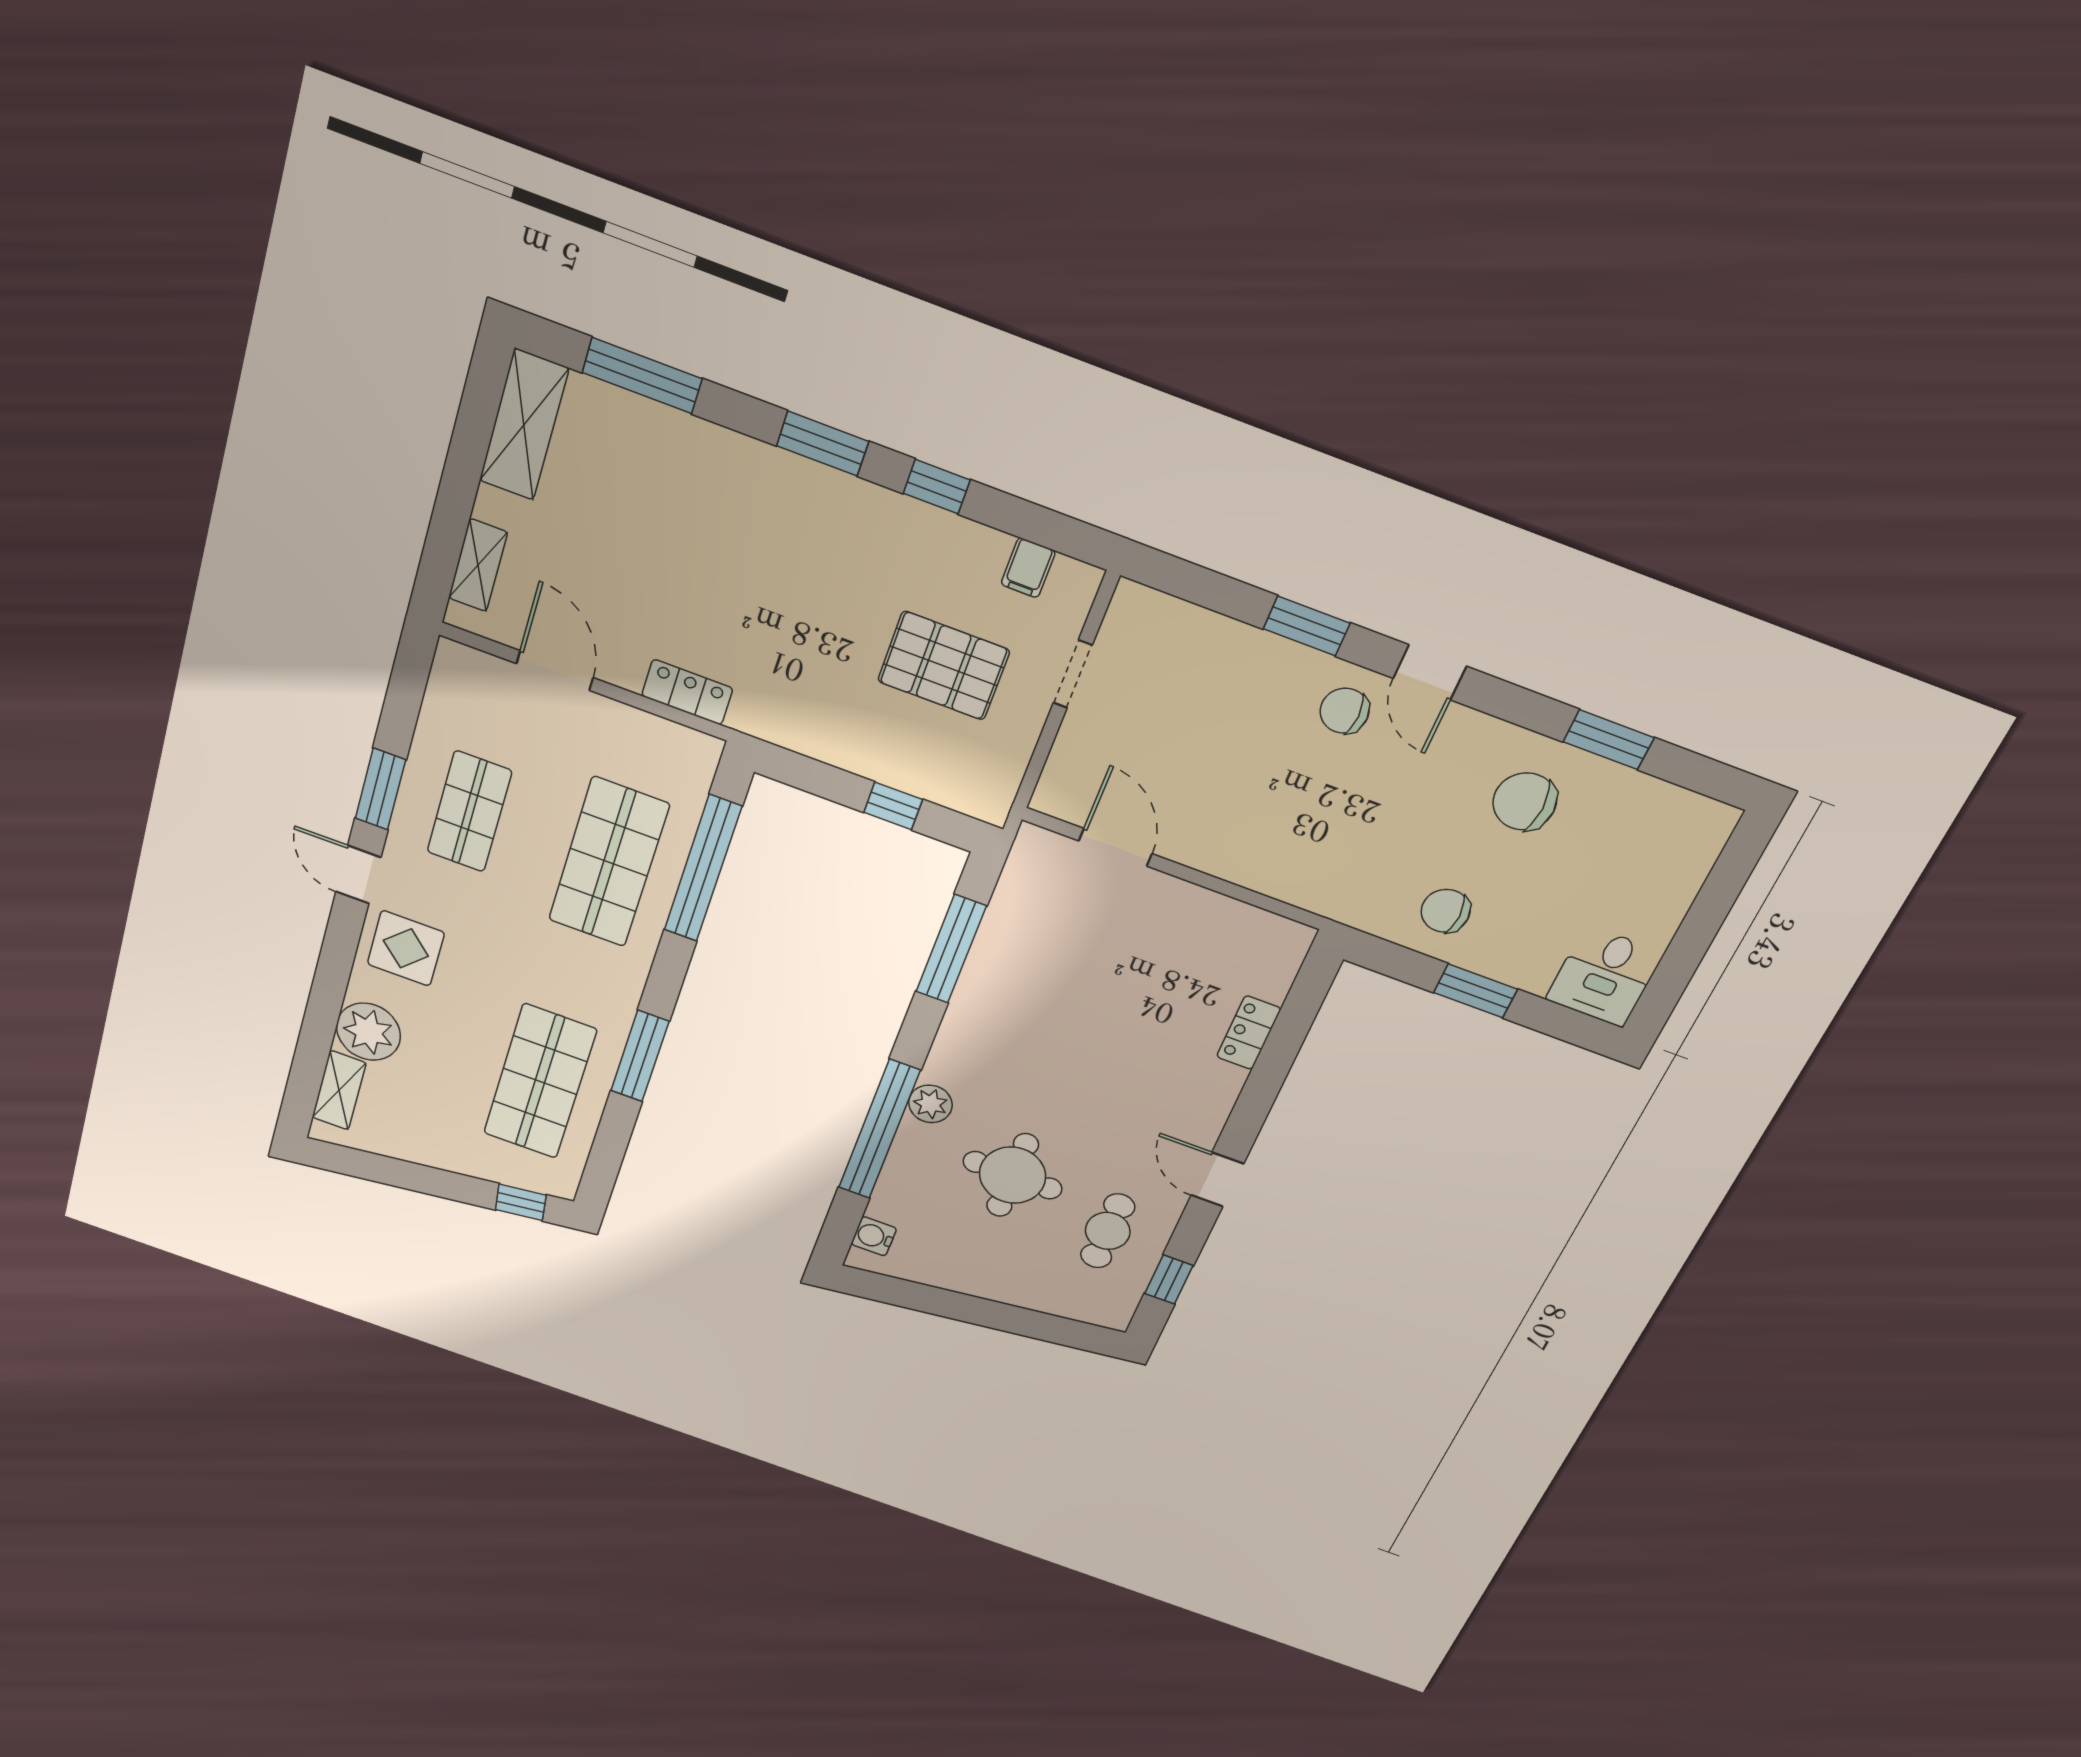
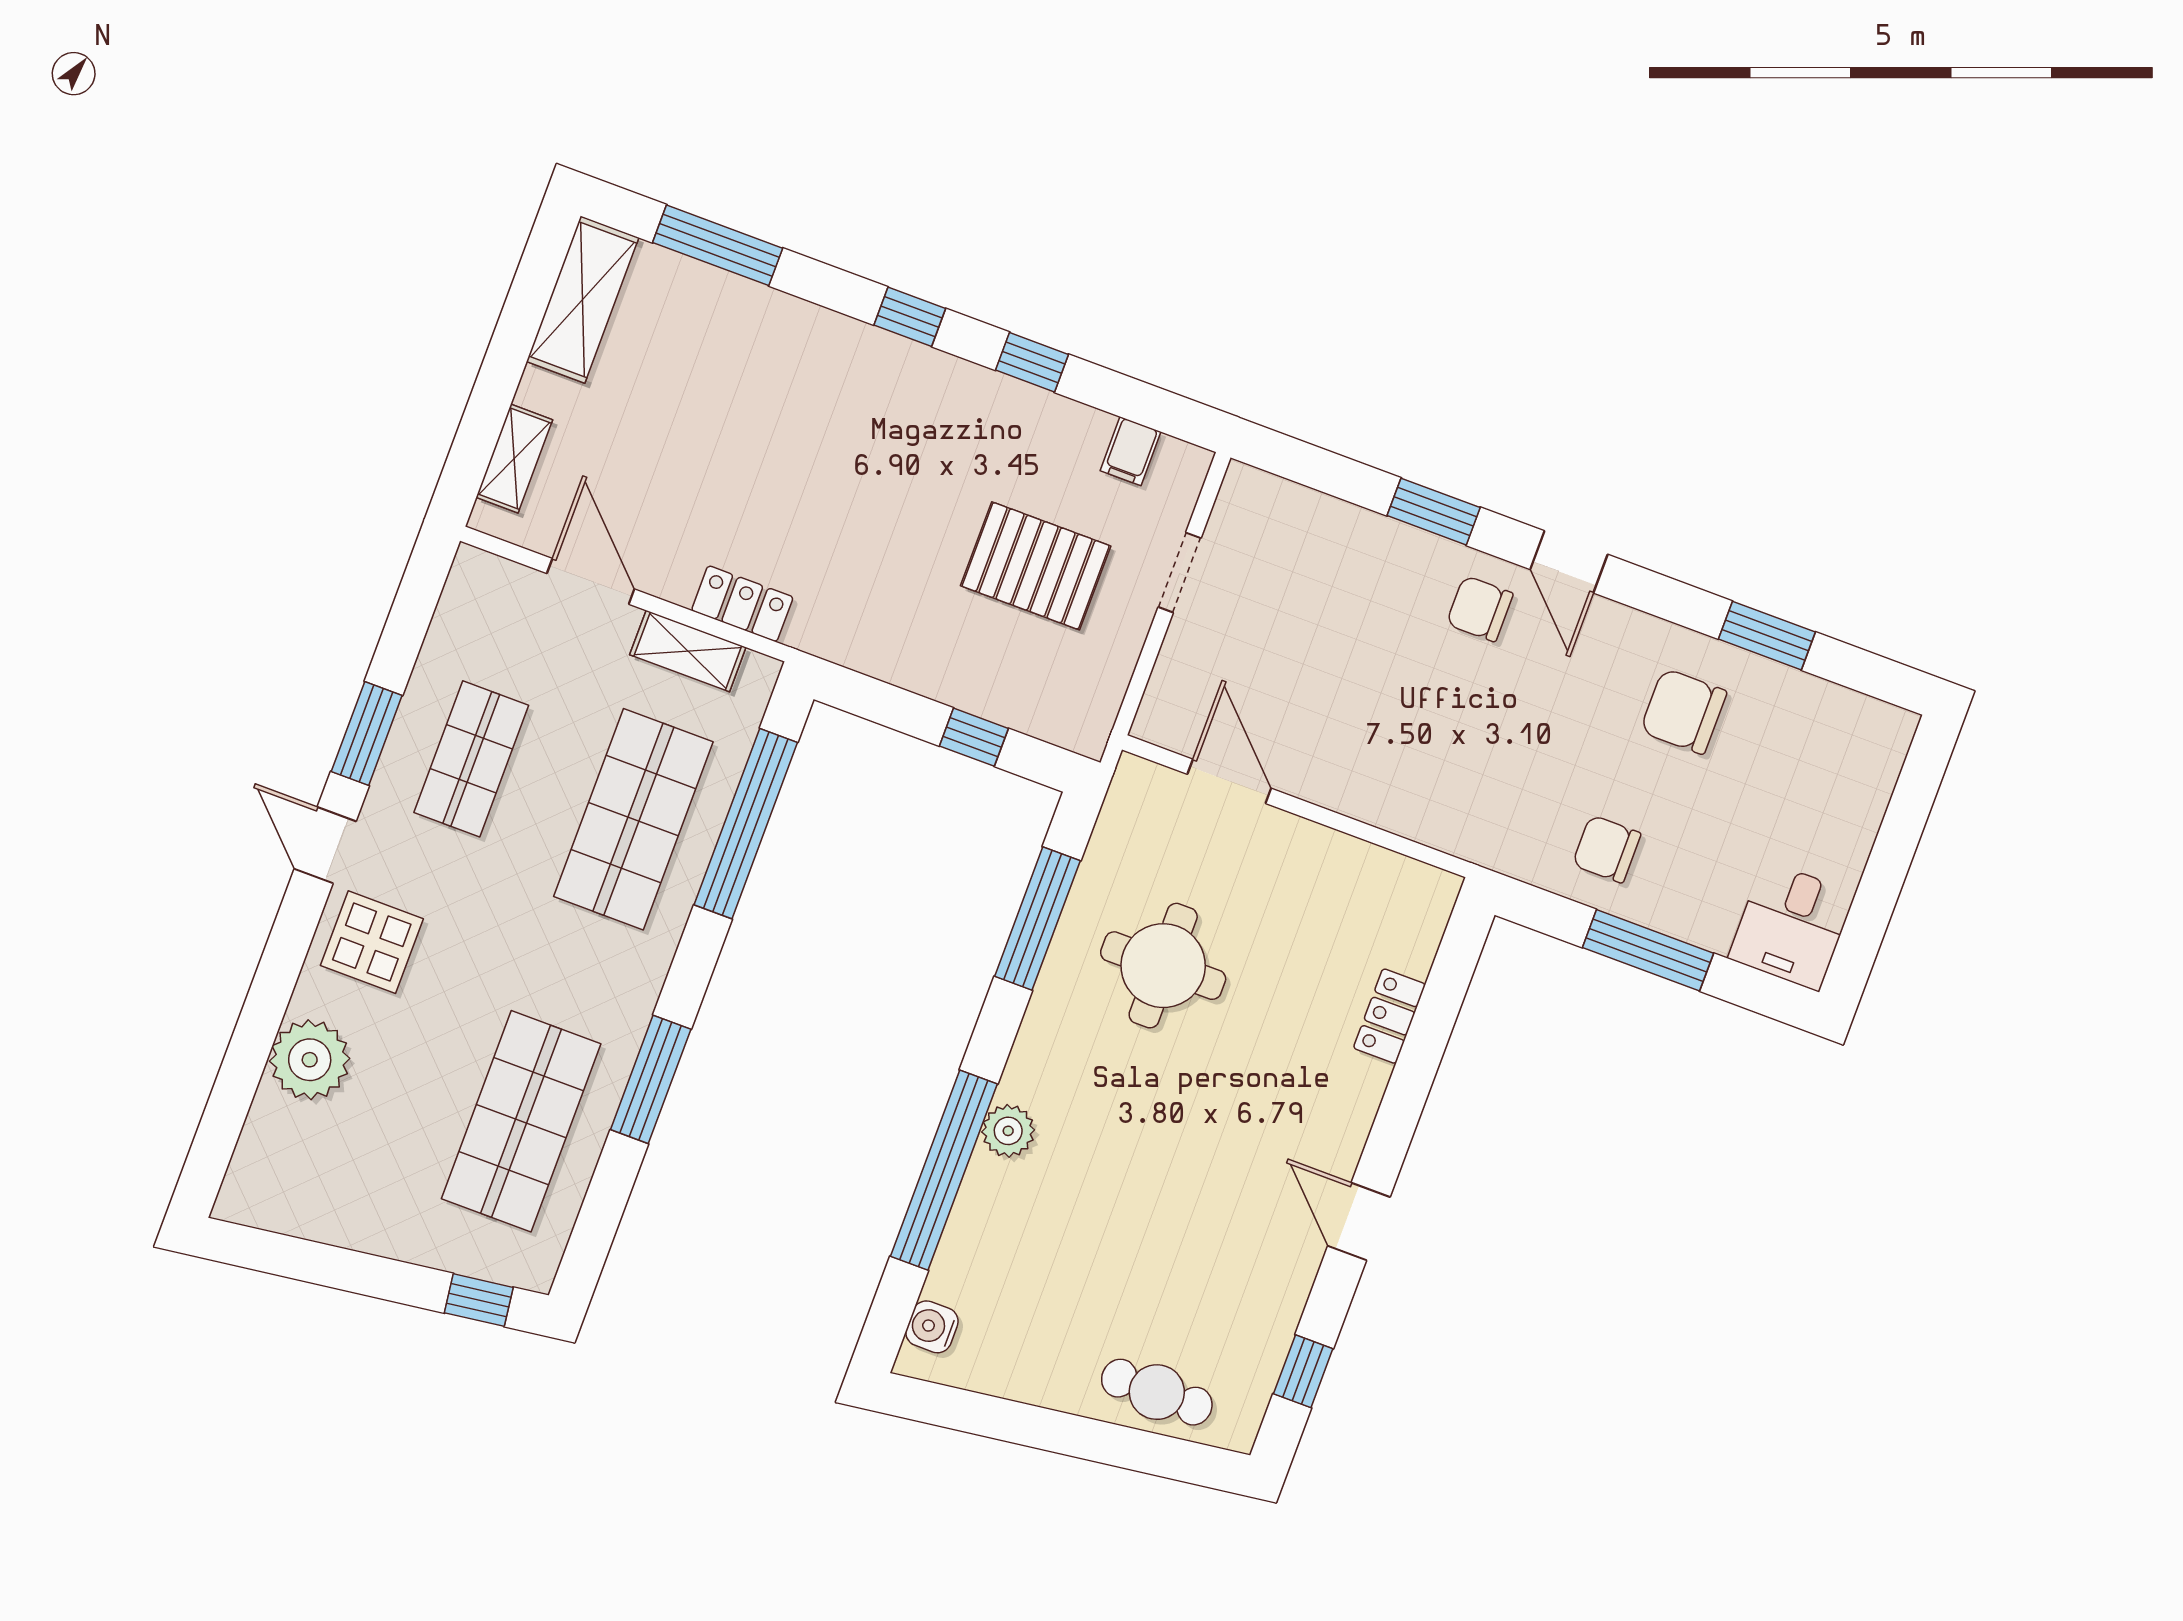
window: (823, 444) -> (910, 317), width x0.67
window: (1475, 991) -> (1648, 950), width x1.44
shelving: (339, 1090) -> (688, 651), moved, turned 90
round table: (1013, 1175) -> (1163, 966), moved
cafe table: (1108, 1231) -> (1157, 1392), moved, turned 90

